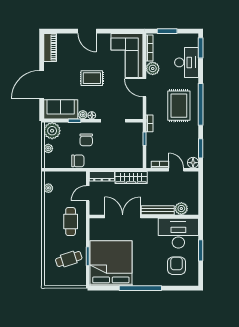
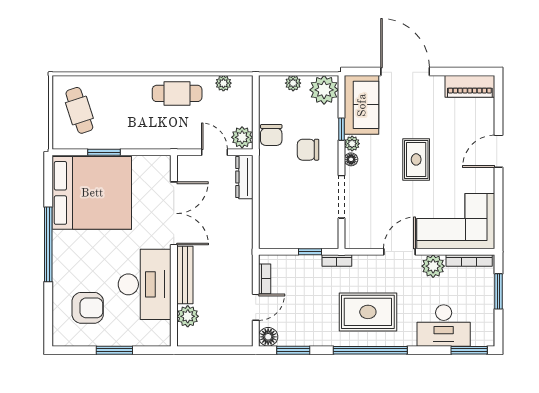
plant: (79, 178) -> (242, 137), added
wardrobe: (131, 178) -> (242, 228), removed
cafe table: (71, 222) -> (177, 93), moved
desk: (178, 233) -> (145, 284), moved
cafe table: (69, 259) -> (79, 110), moved

